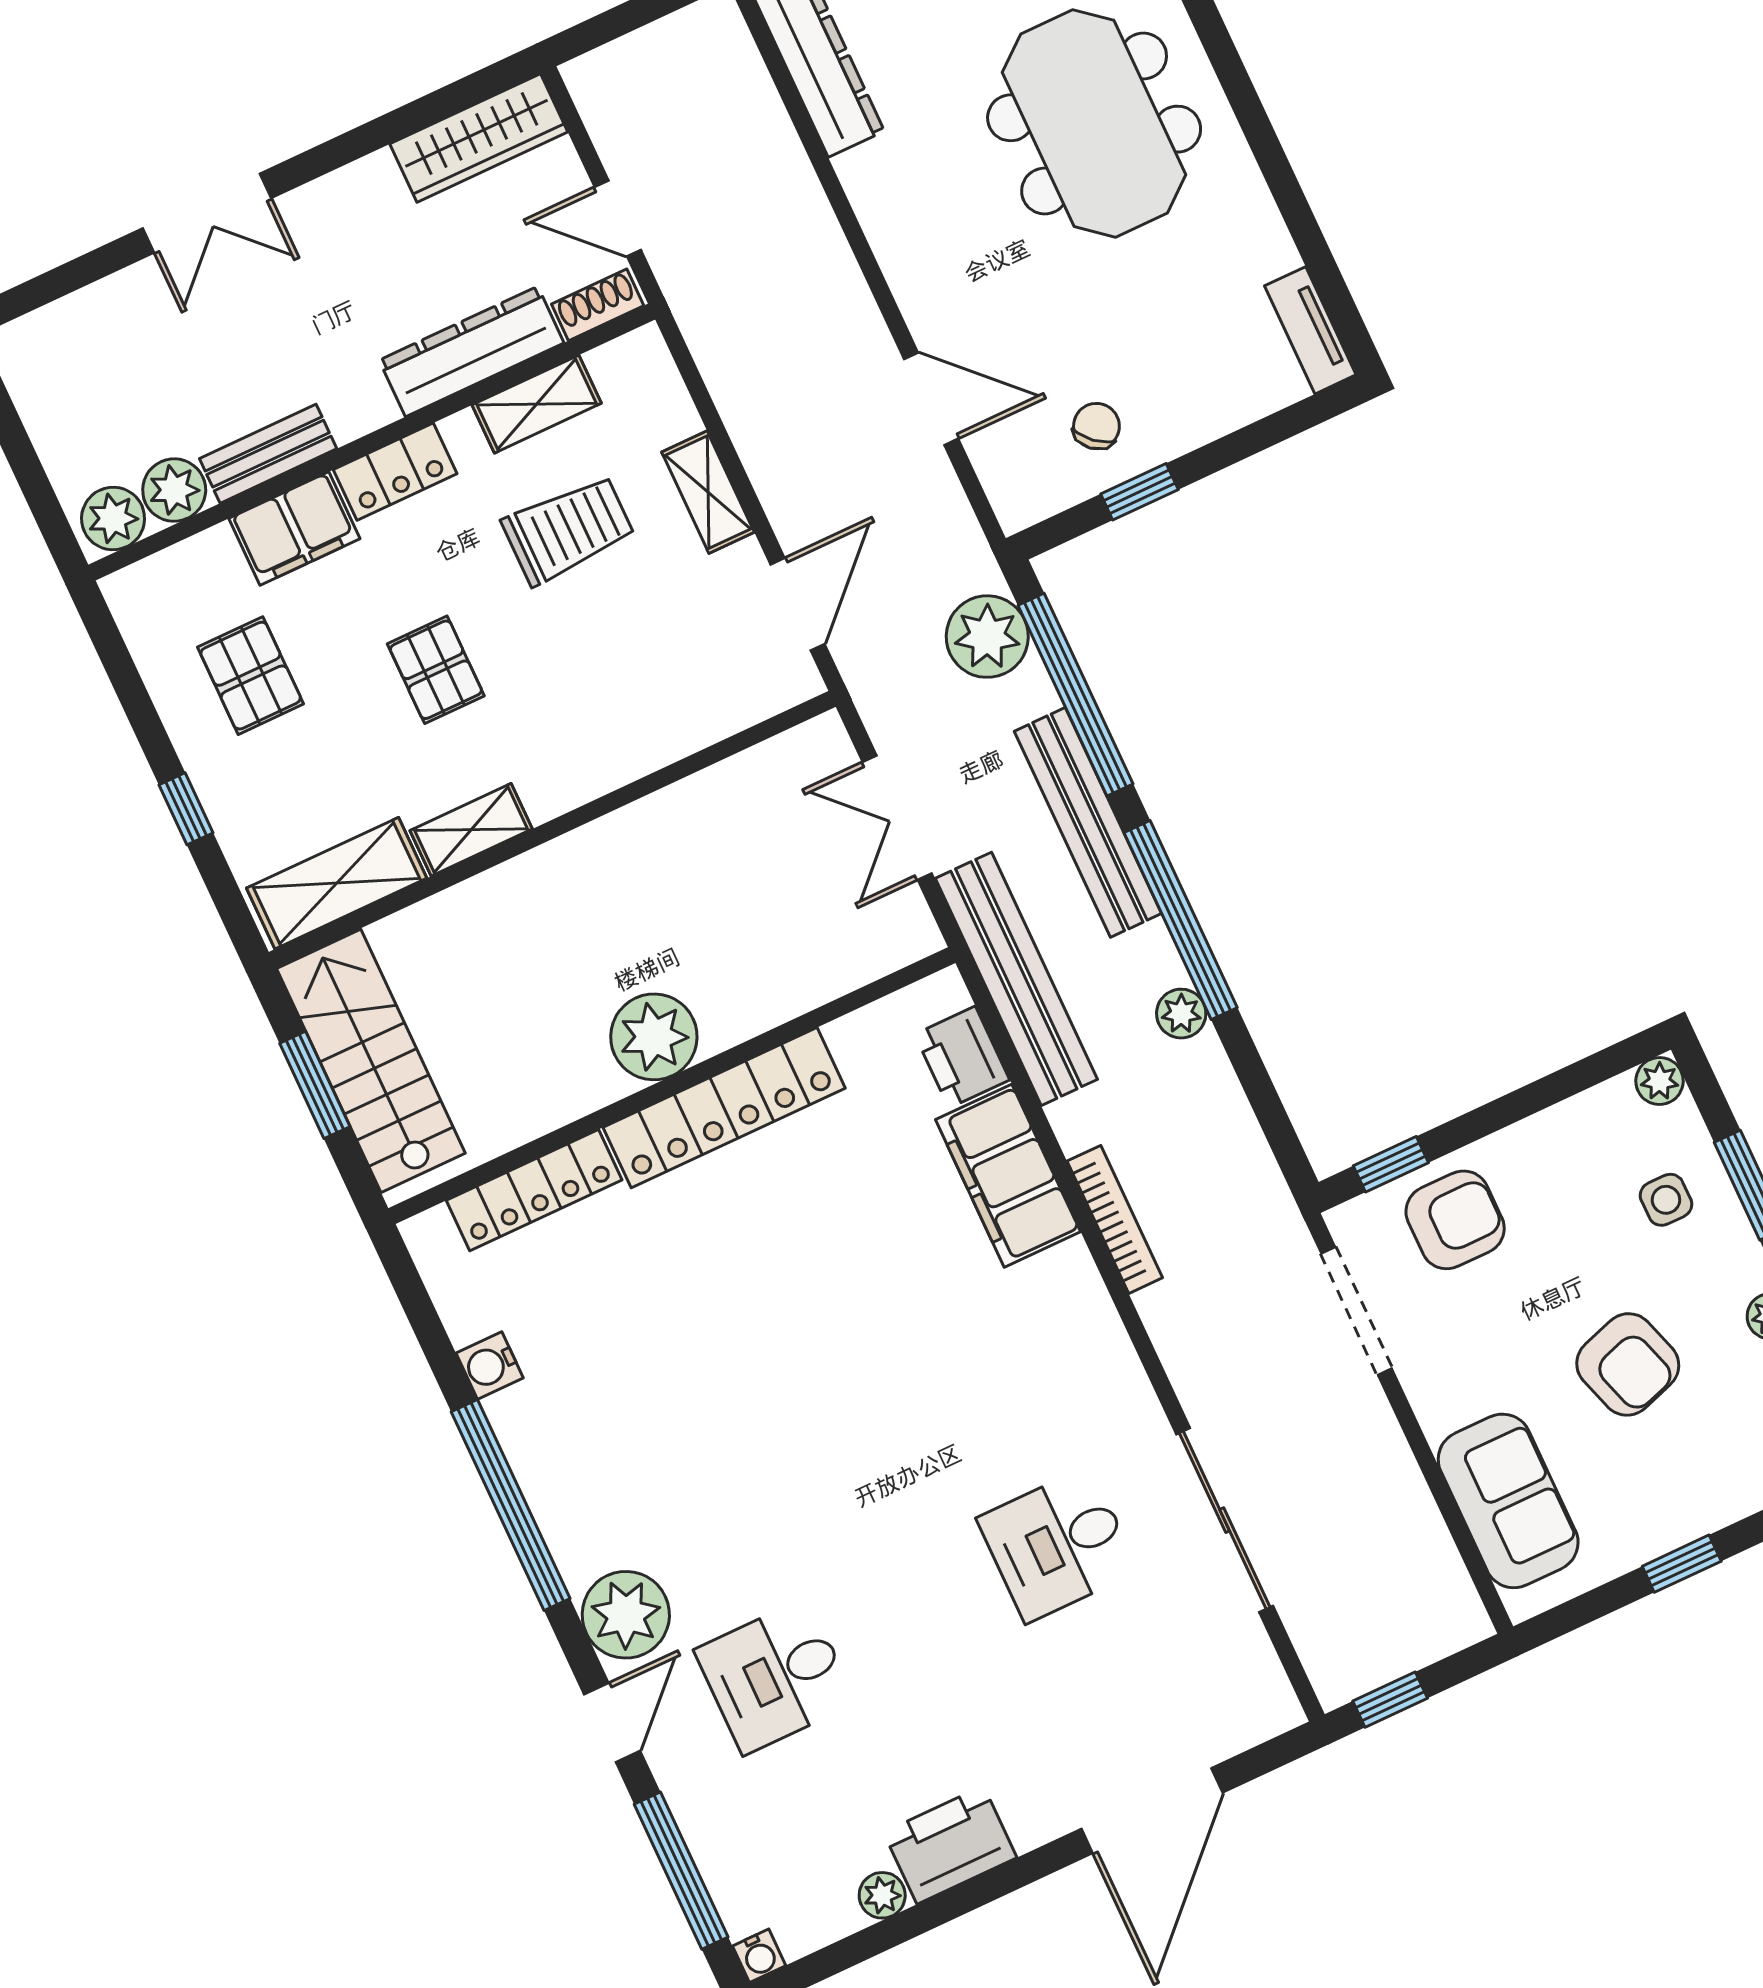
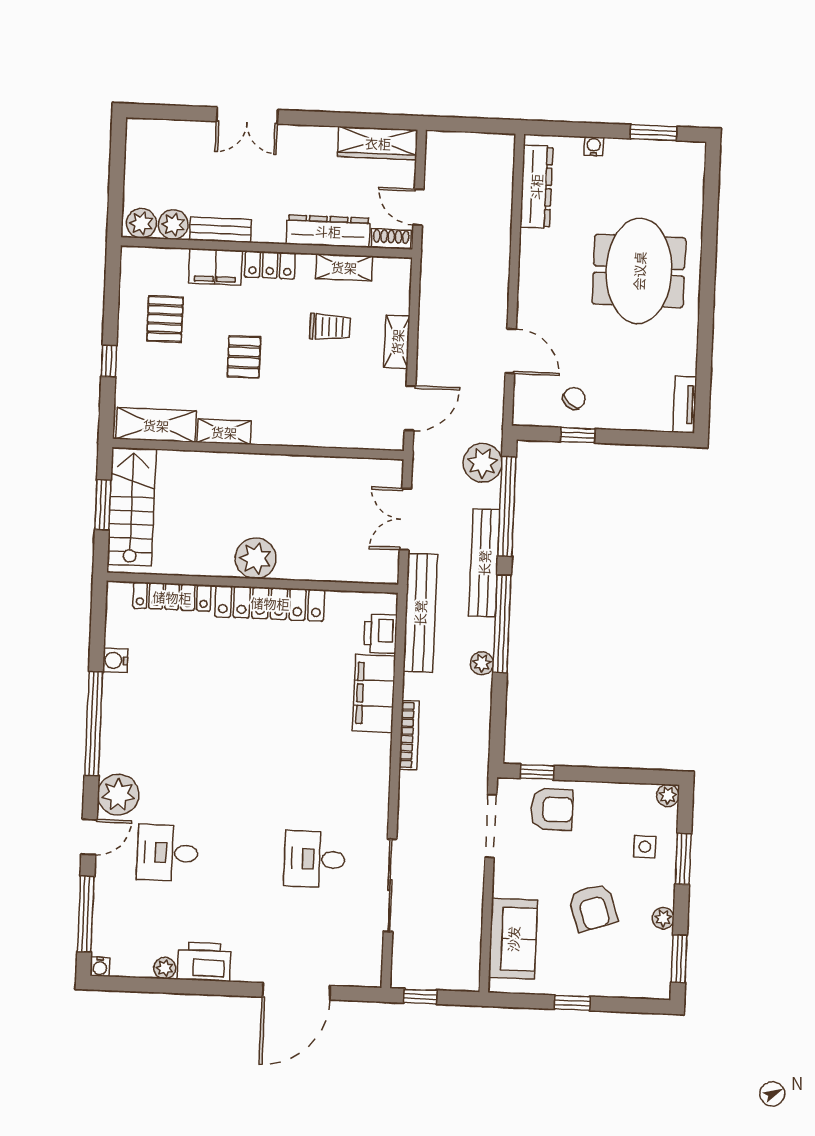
trolley: (568, 530) -> (330, 327), width x0.73, depth x0.72

